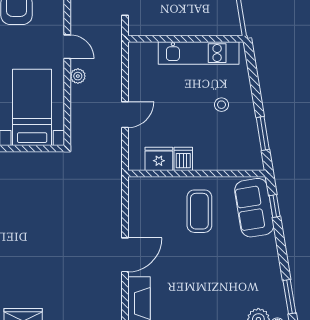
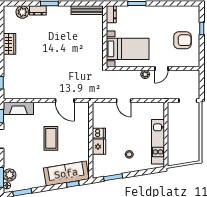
fridge: (159, 159) -> (99, 147), moved
sofa: (254, 208) -> (66, 174), width x1.36
coffee table: (199, 211) -> (51, 138), moved, turned 90
door: (125, 255) -> (65, 101), moved

